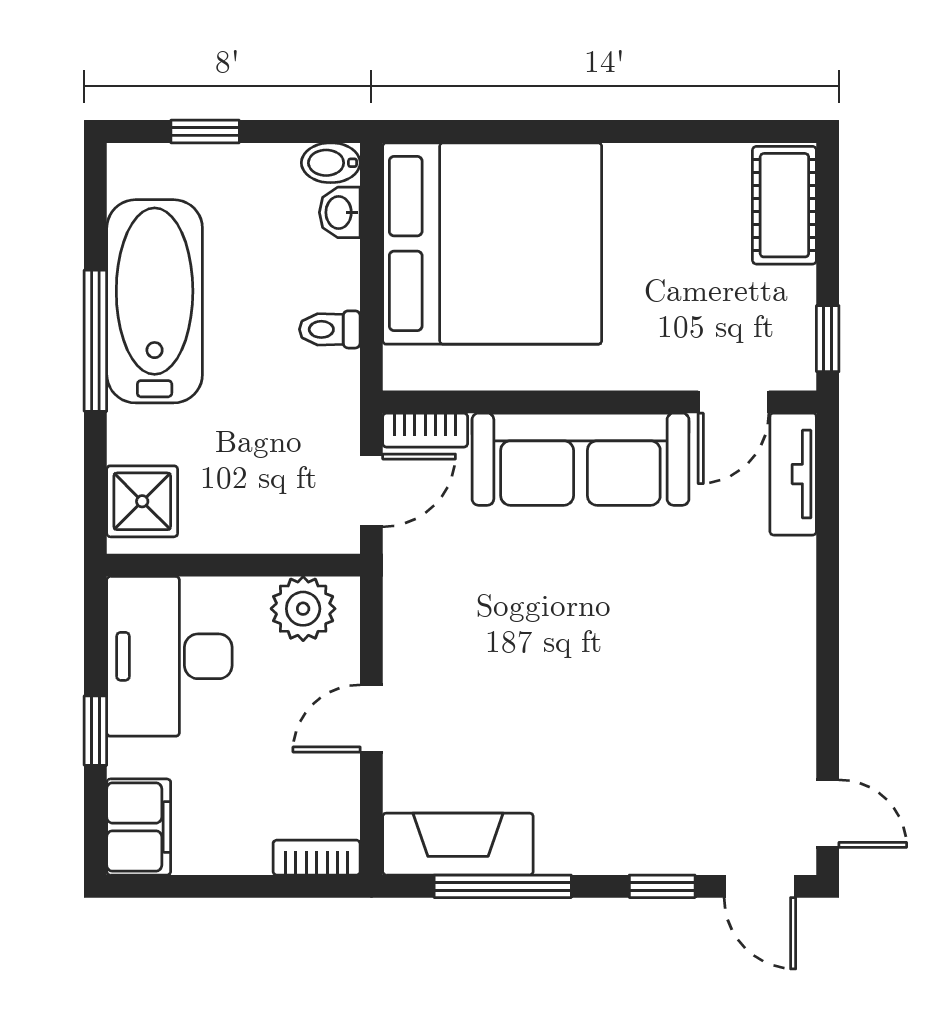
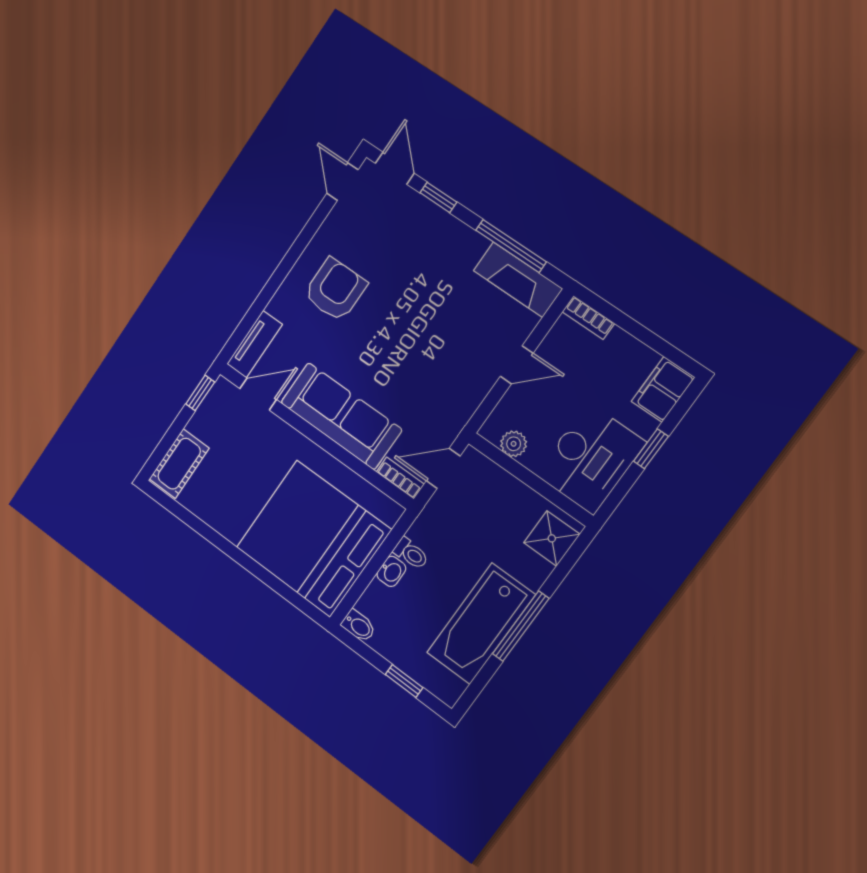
washbasin: (340, 212) -> (391, 571), moved
plant: (303, 609) -> (514, 444), width x0.73, depth x0.73
armchair: (724, 643) -> (335, 290), added

